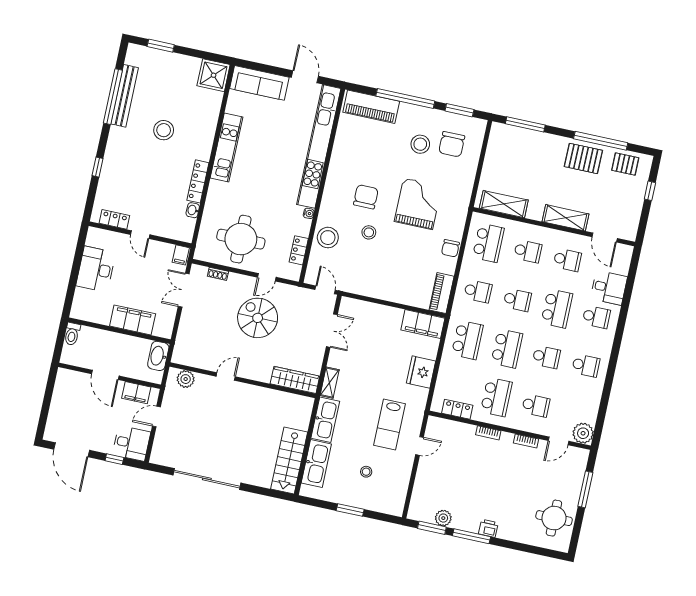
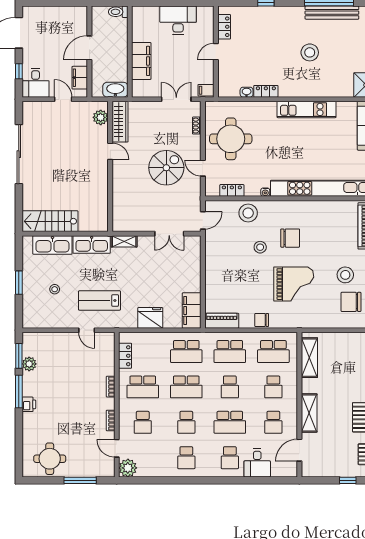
locker: (198, 181) -> (266, 91), width x0.66
school desk: (478, 291) -> (230, 351), width x1.85
wardrobe: (295, 380) -> (120, 122), moved

